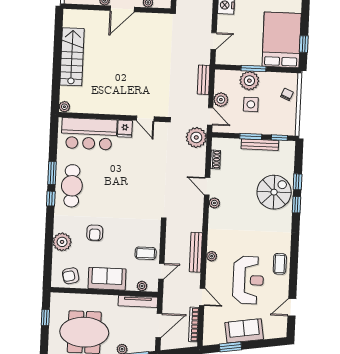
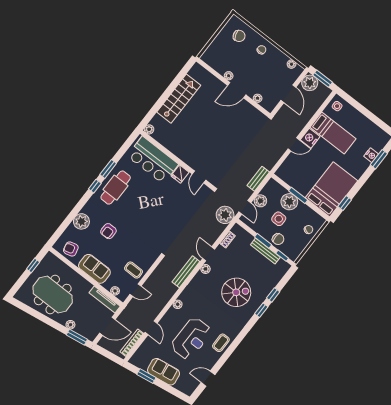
door: (214, 41) -> (294, 144), moved
chair: (264, 124) -> (278, 239), added
spiral stairs: (274, 192) -> (236, 292), moved
bench: (196, 252) -> (186, 272), moved

